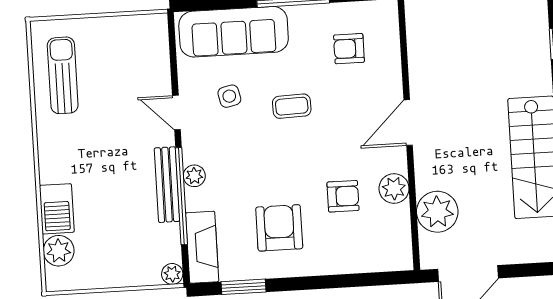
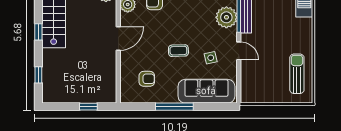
sun lounger: (63, 75) -> (297, 74), turned 180
plant: (194, 176) -> (226, 17), width x1.87, depth x1.87

